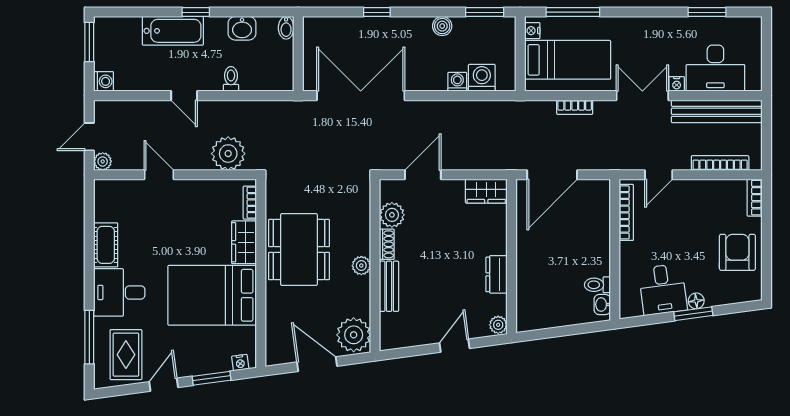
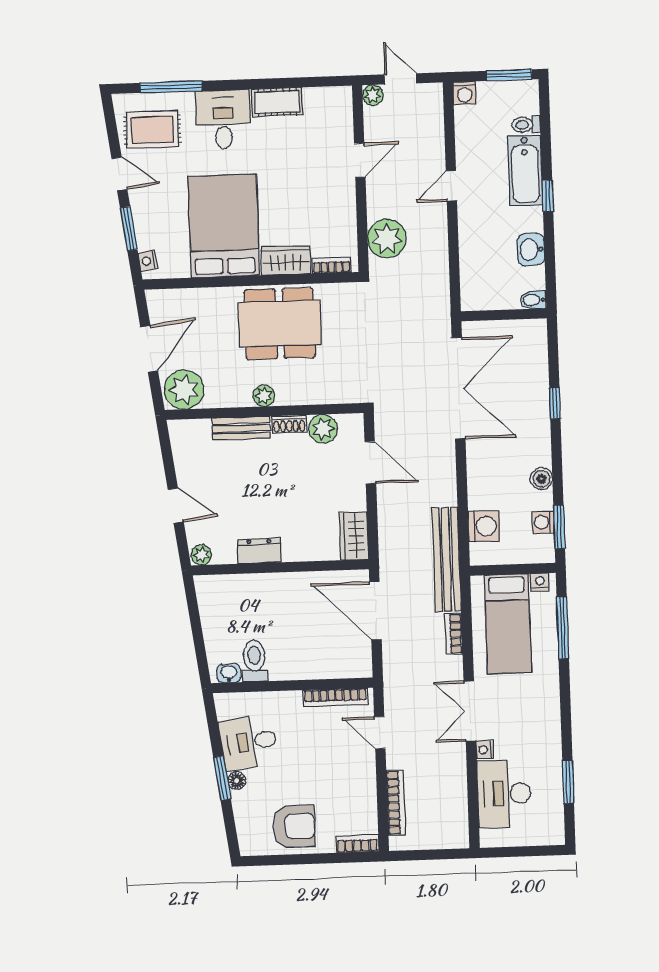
toilet: (231, 79) -> (526, 125), moved, turned 180
washing machine: (457, 82) -> (543, 522), moved, turned 180
double door: (642, 96) -> (470, 711), swing flipped
bench: (717, 111) -> (446, 559), moved
toilet: (597, 285) -> (254, 661), width x1.37, depth x1.39

